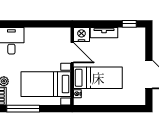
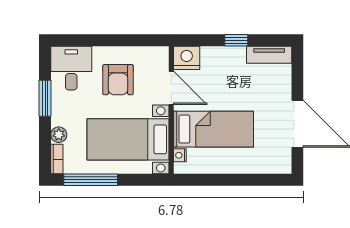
window: (129, 24) -> (236, 40), moved
tv unit: (104, 33) -> (269, 55), moved
armchair: (40, 48) -> (118, 80), added

